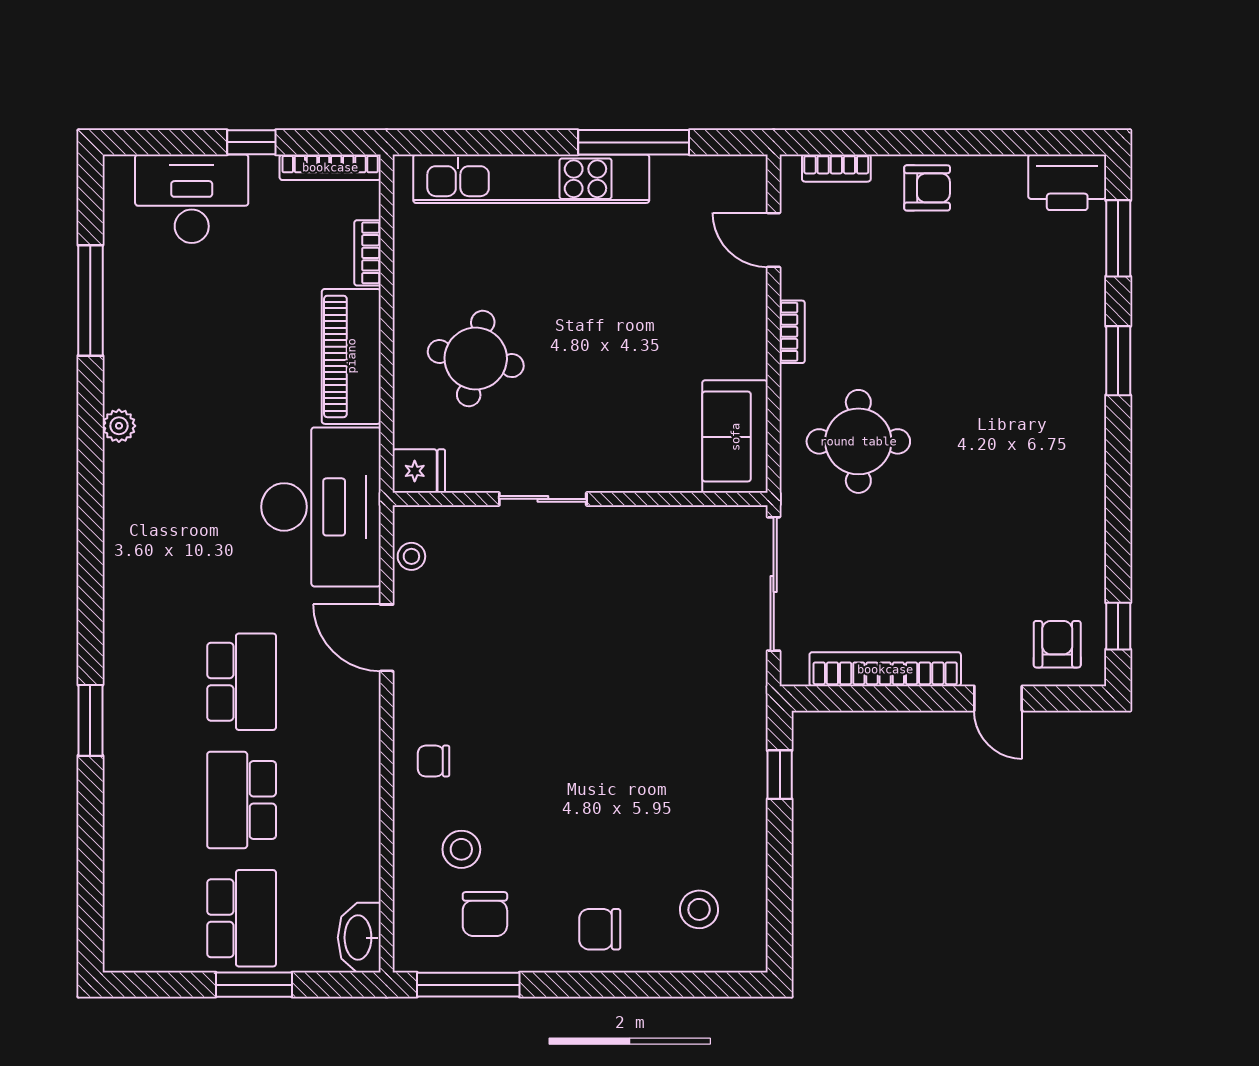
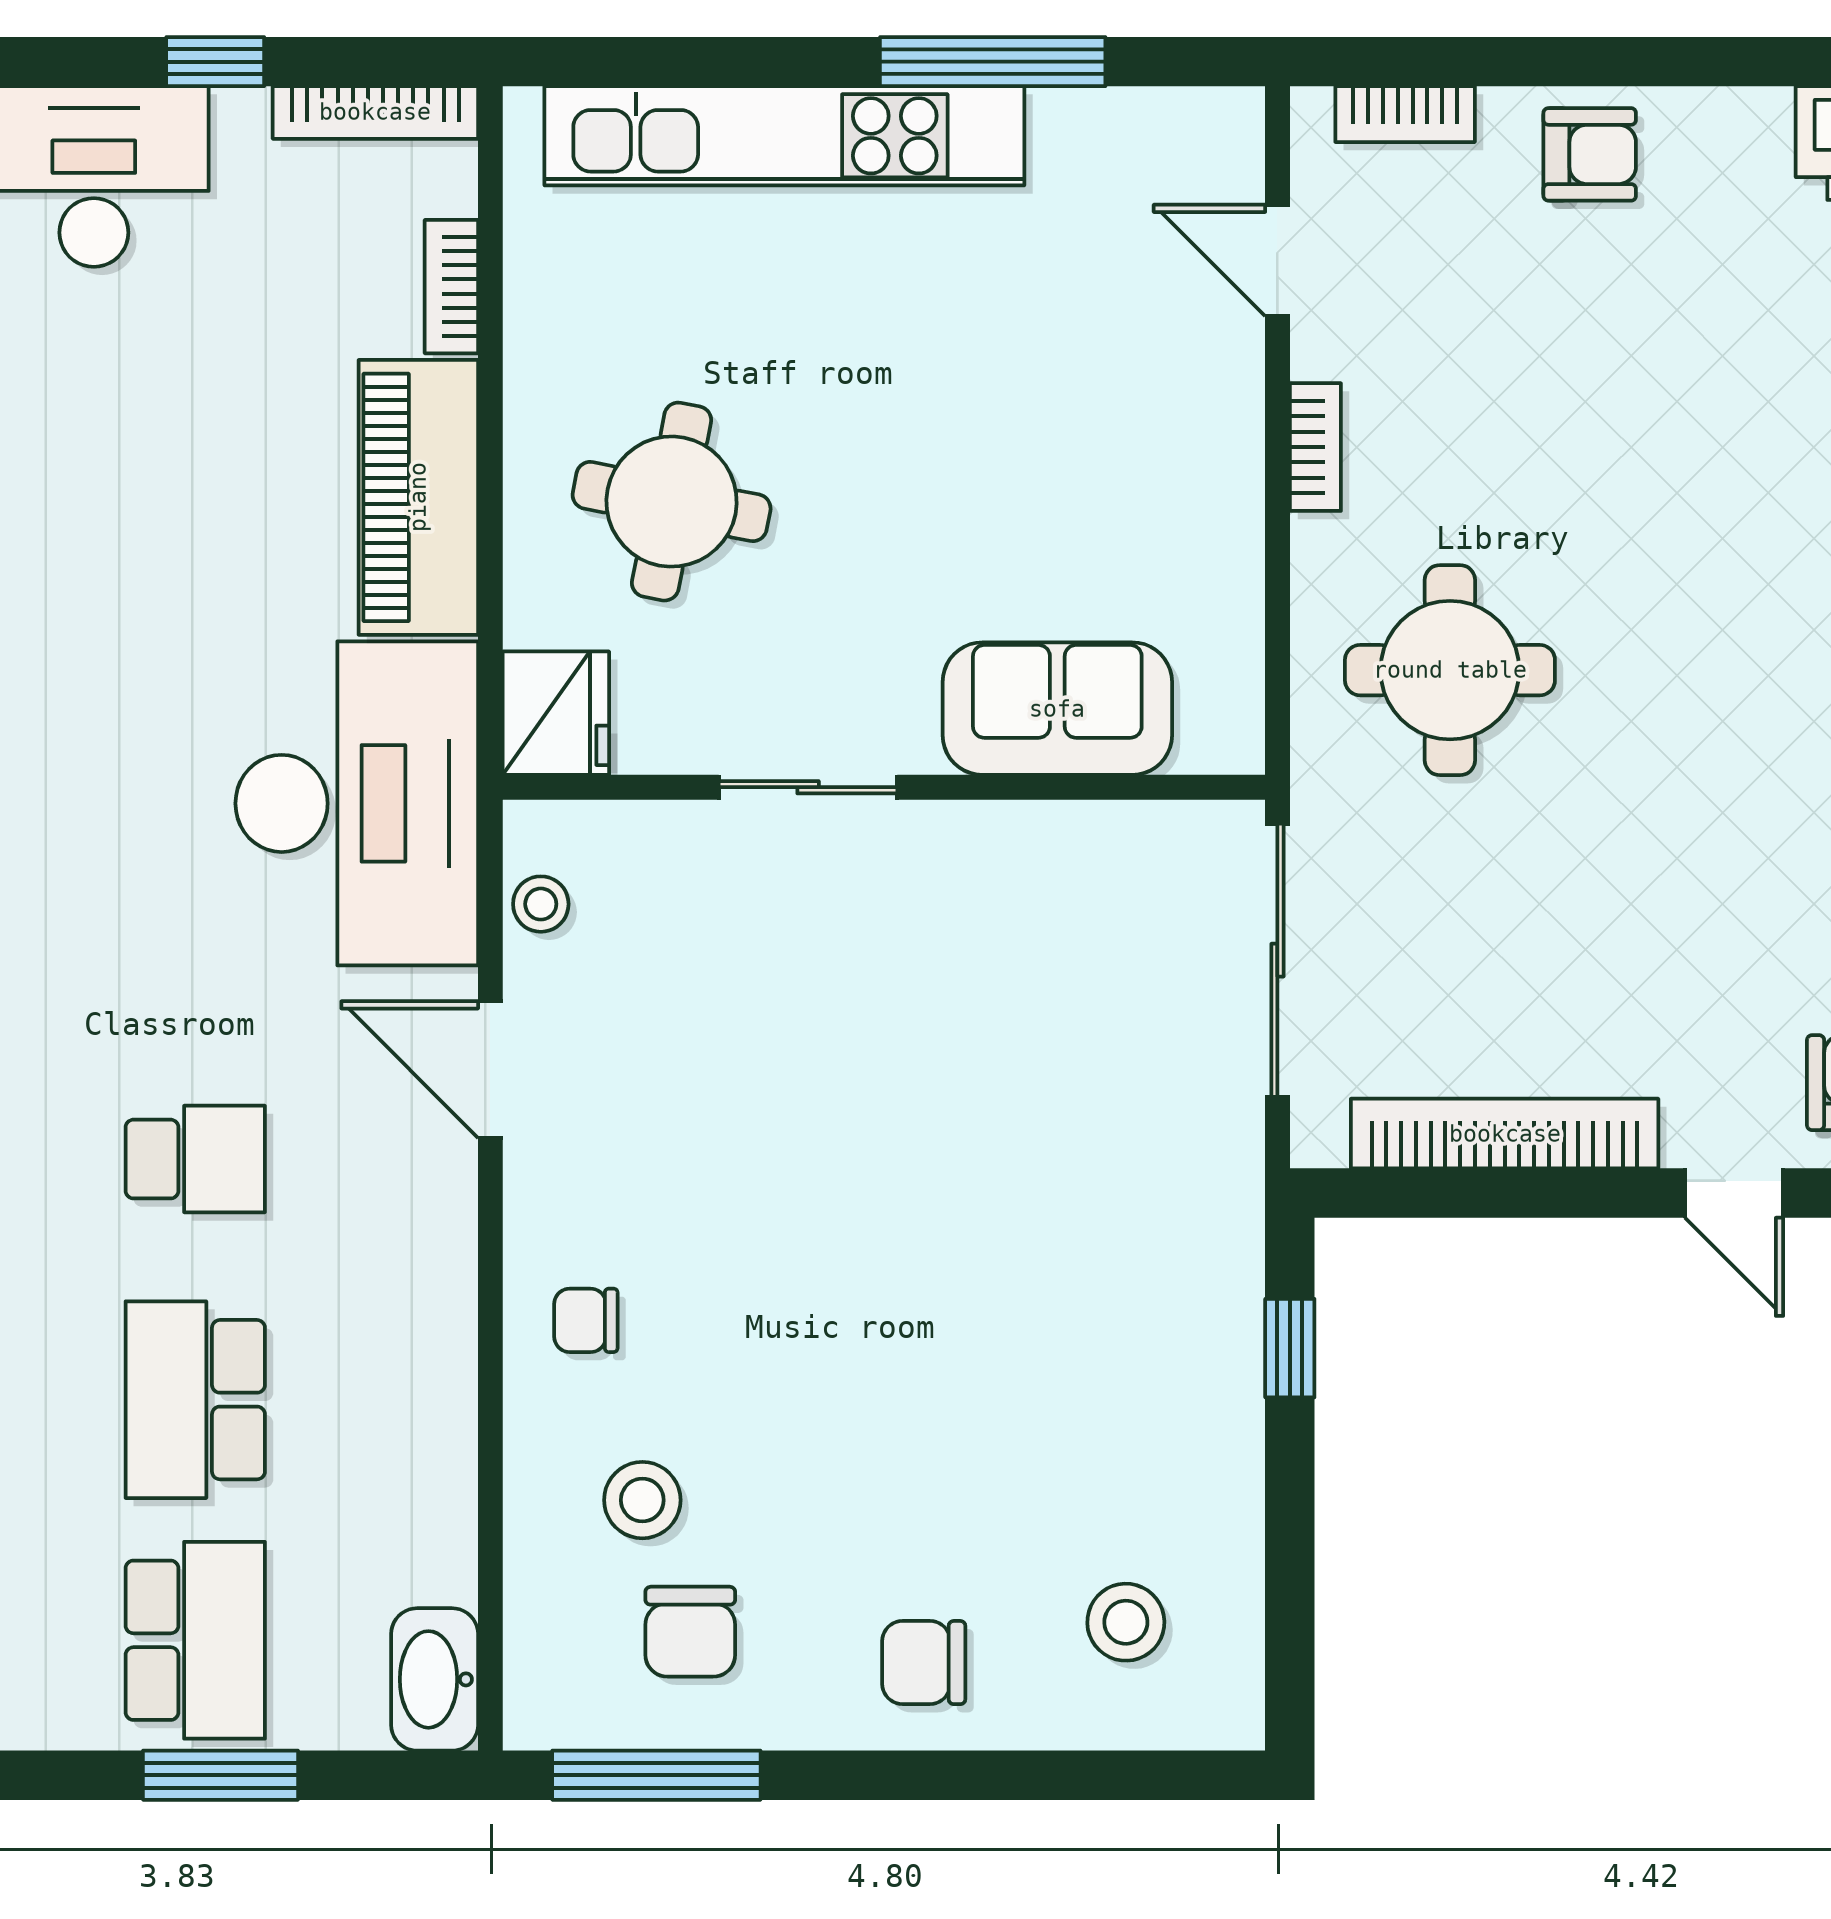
sofa: (735, 437) -> (1057, 709), moved, turned 90
fridge: (419, 471) -> (556, 713), width x1.38
school desk: (242, 682) -> (195, 1159), width x0.54

